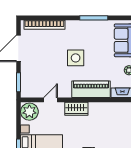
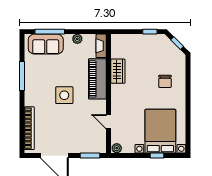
wardrobe: (76, 109) -> (118, 71), moved
plant: (29, 112) -> (117, 148), width x0.53, depth x0.53

